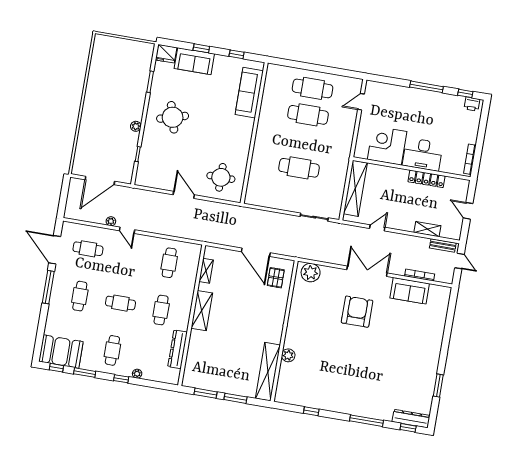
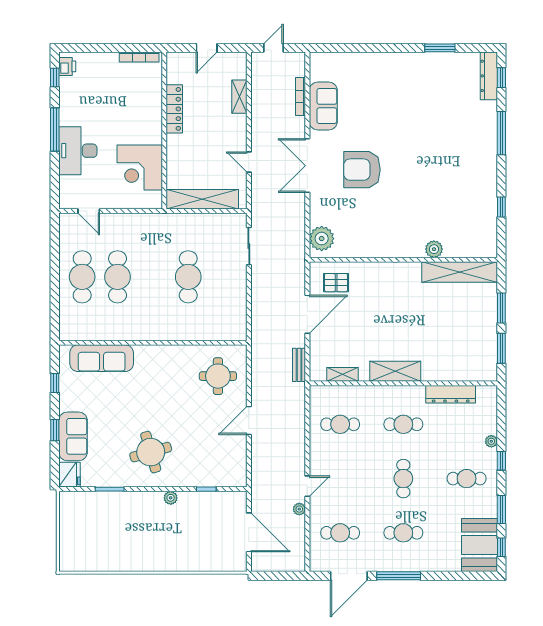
desk: (423, 154) -> (78, 151), moved, turned 180
bench: (443, 246) -> (299, 365), moved
cafe table: (88, 249) -> (340, 533), turned 90

